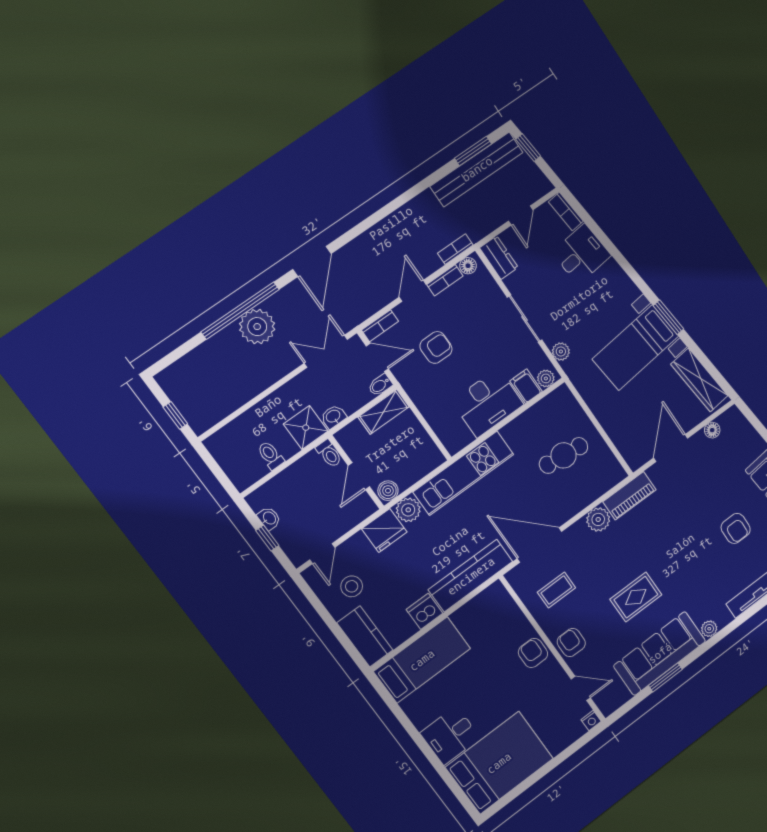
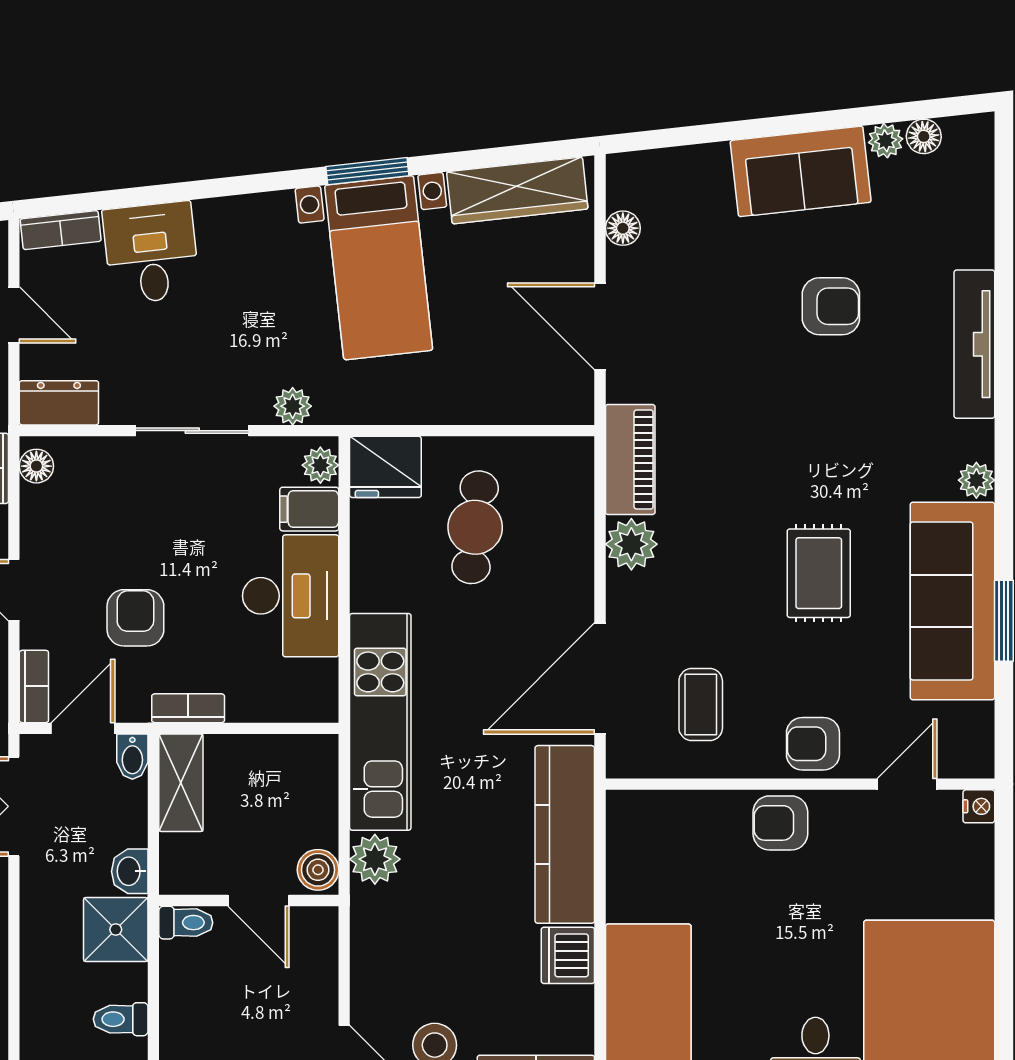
bookcase: (445, 280) -> (188, 708), moved, turned -90
fridge: (384, 530) -> (385, 467), moved, turned 90

